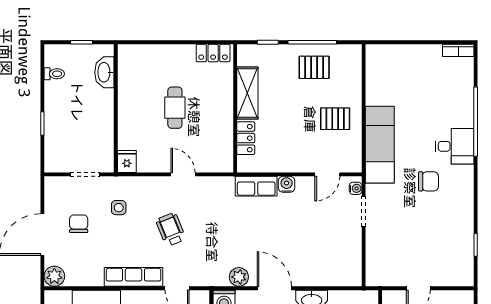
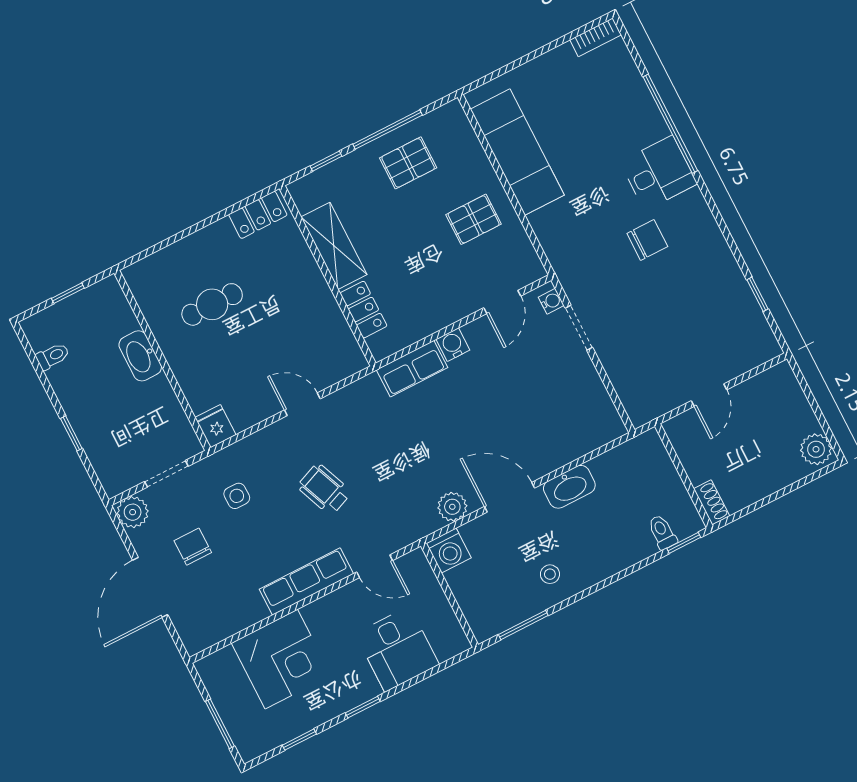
washbasin: (104, 72) -> (140, 356), moved
cafe table: (175, 108) -> (212, 304), moved, turned 90
exam couch: (380, 145) -> (517, 152), moved
plant: (54, 276) -> (133, 512), moved

